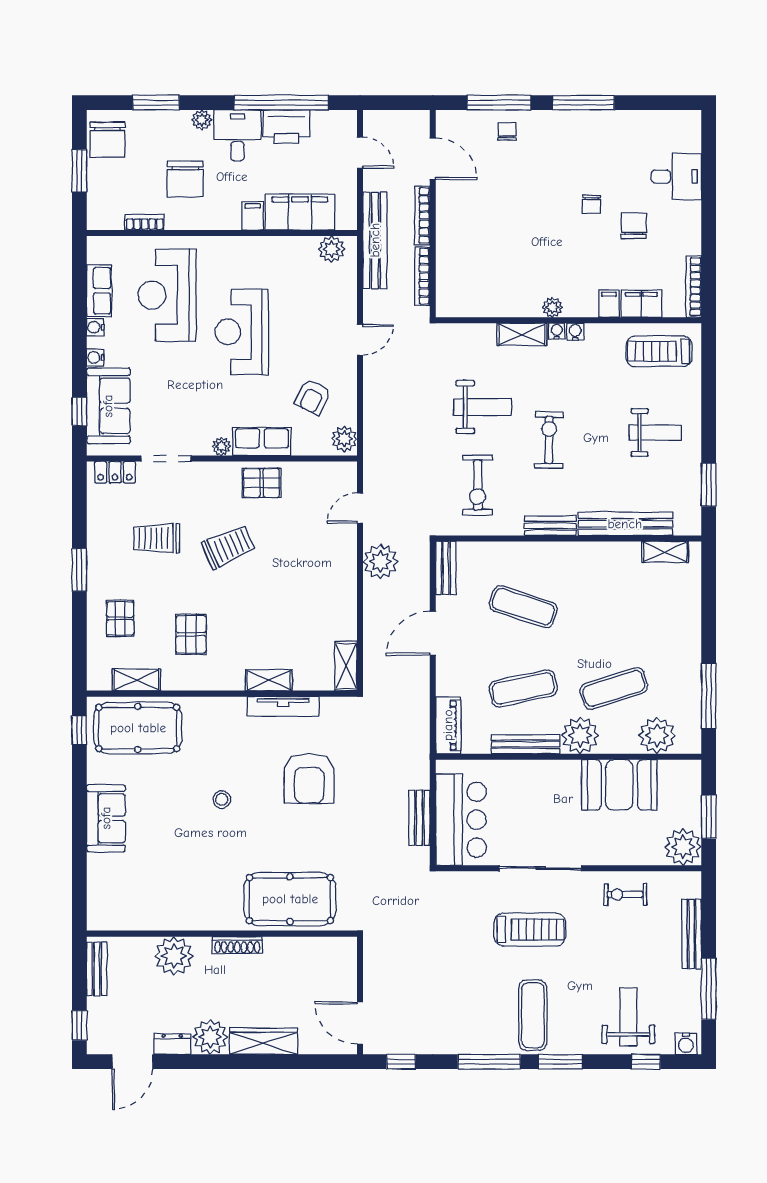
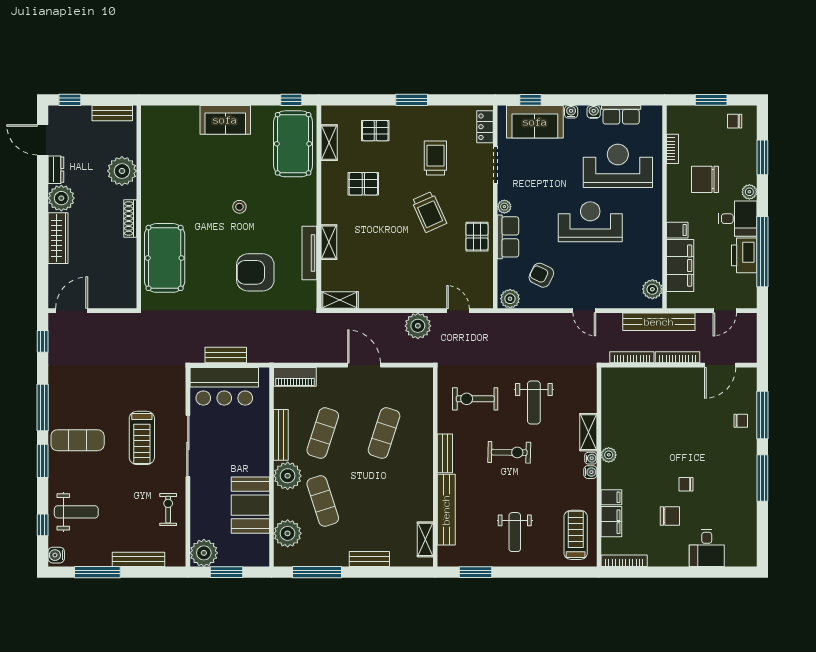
chair: (107, 140) -> (735, 121), width x0.54, depth x0.54
bench: (446, 568) -> (369, 559), moved
exercise mat: (523, 688) -> (323, 433), turned 30

